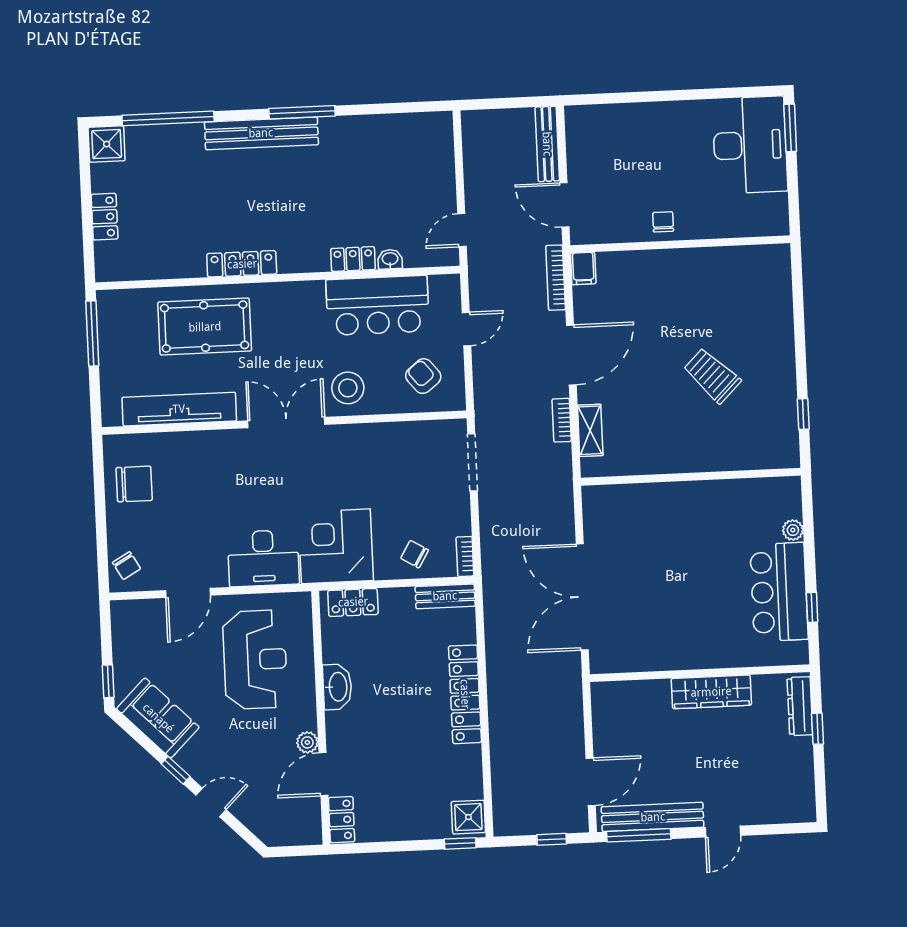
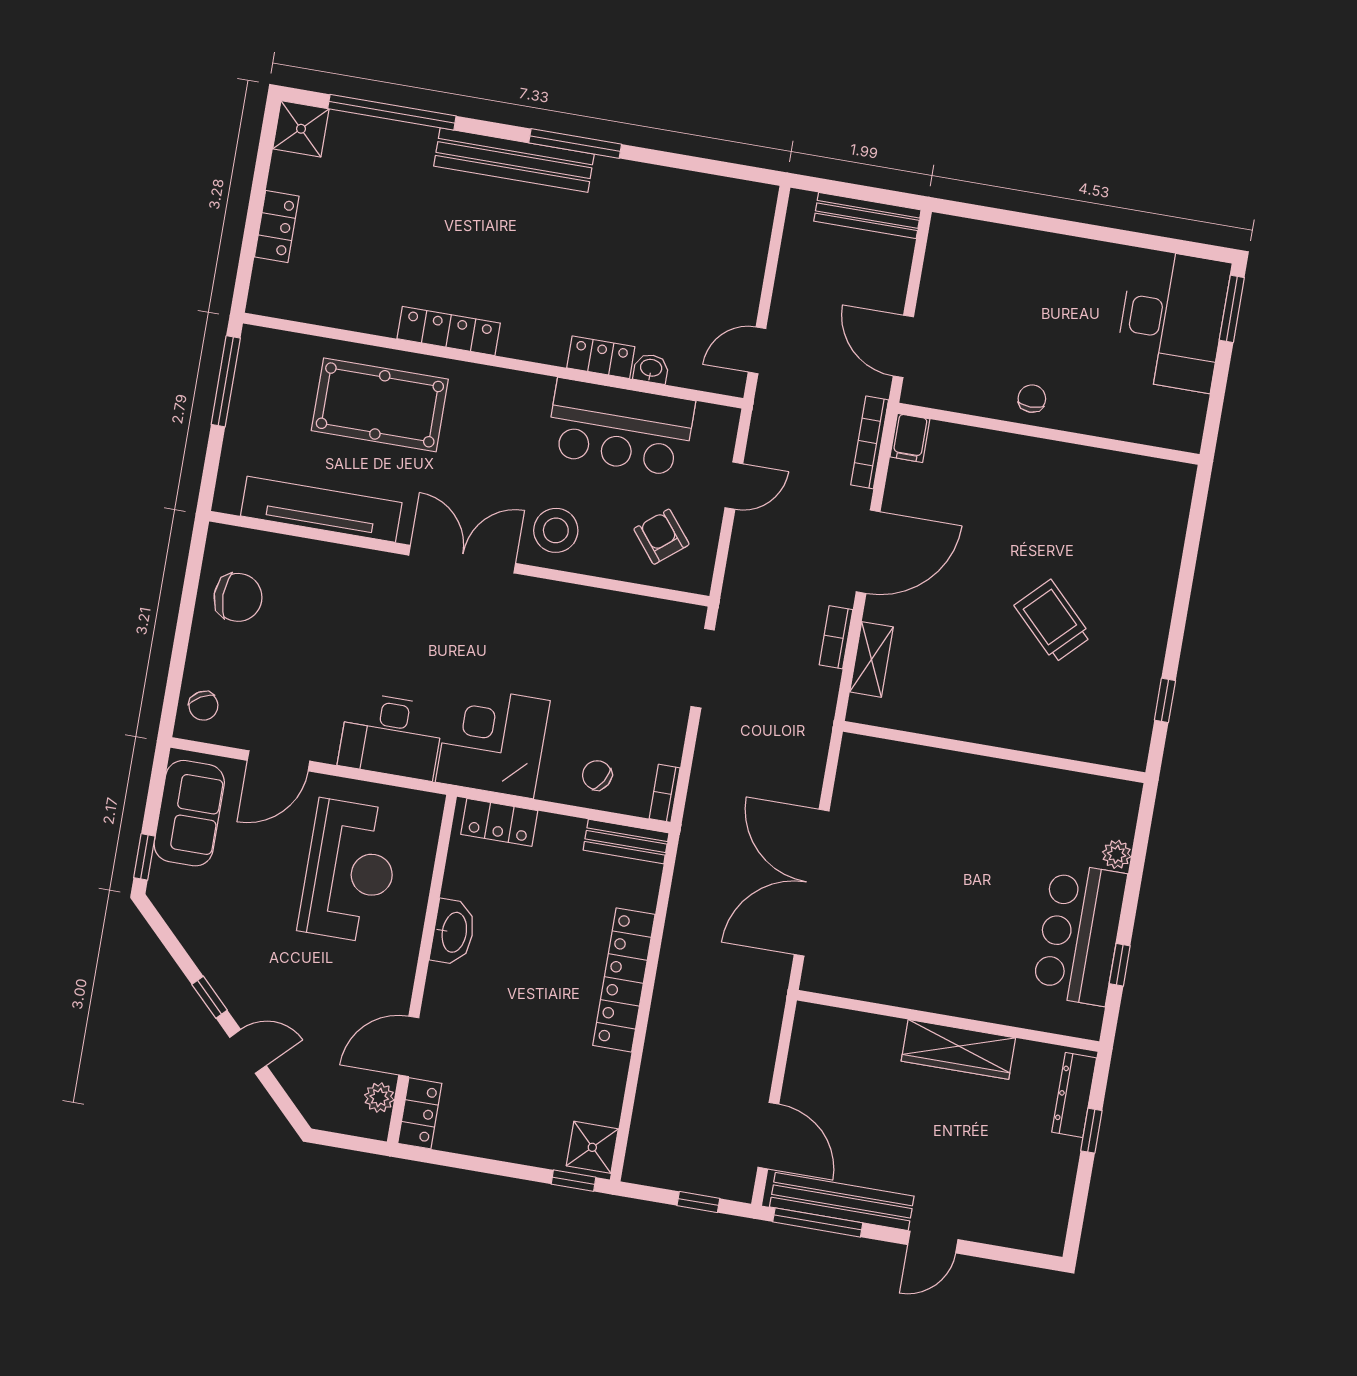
bench: (547, 144) -> (867, 216), moved, turned 90
sofa: (158, 718) -> (189, 813), moved, turned 45
plant: (307, 742) -> (379, 1098), moved
door: (591, 782) -> (768, 1136), hinge flipped

